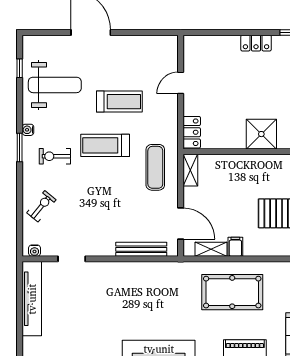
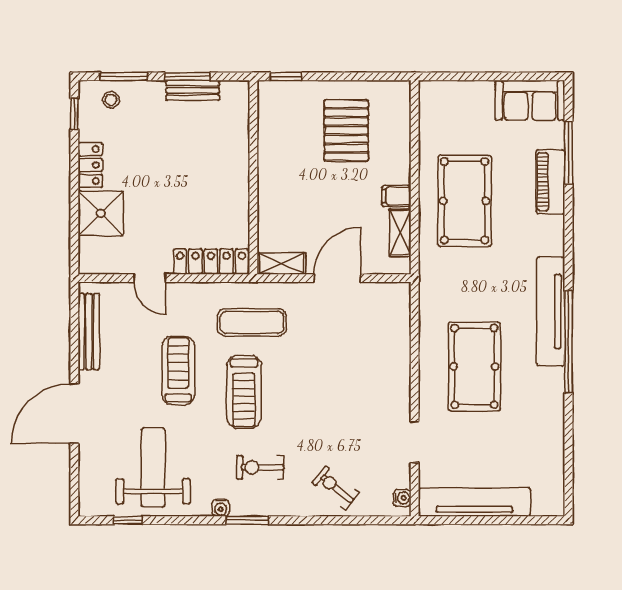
locker: (192, 132) -> (211, 262), width x1.53
shower: (261, 134) -> (101, 213), moved
exercise bike: (55, 156) -> (260, 467), turned 90
exercise mat: (155, 167) -> (252, 322), moved
door: (181, 224) -> (337, 278), moved
bench: (141, 249) -> (89, 332), moved
pool table: (122, 299) -> (474, 366), added

